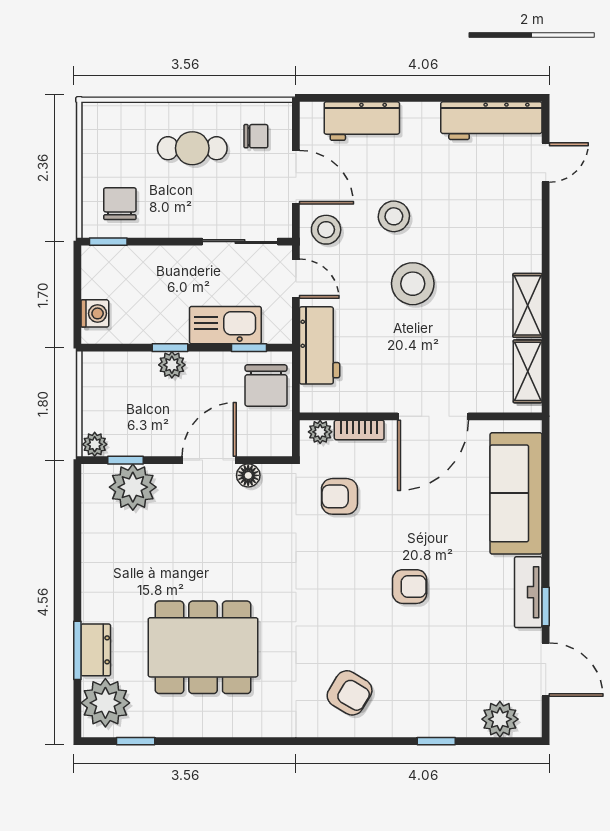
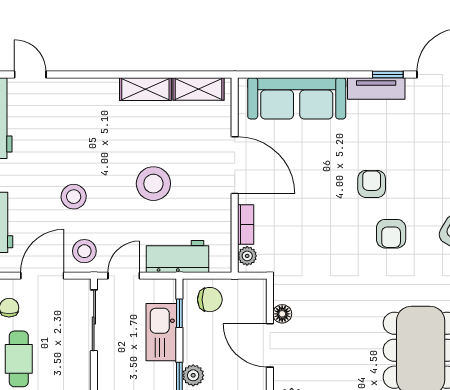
stool: (413, 284) -> (153, 184), moved
chair: (266, 386) -> (210, 300), width x0.73, depth x0.73
armchair: (339, 496) -> (391, 234), moved

